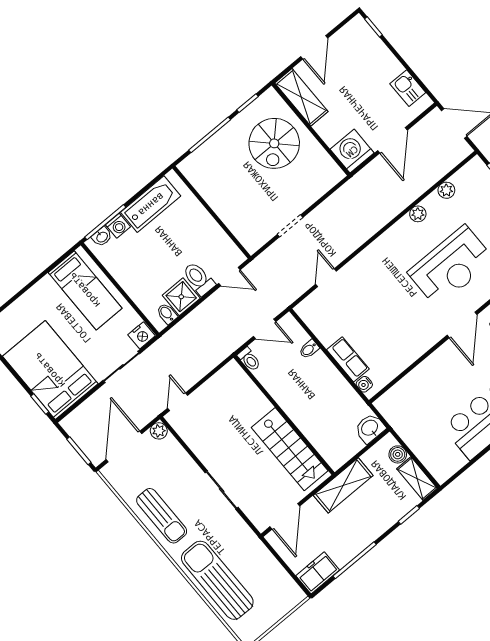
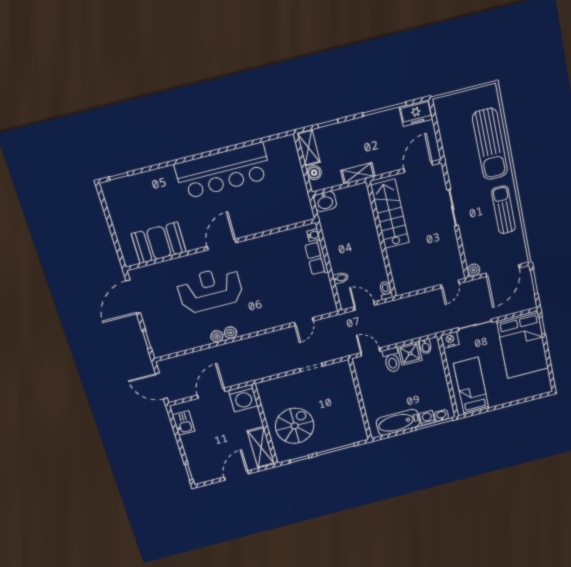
plant: (446, 190) -> (230, 333), moved
shelving: (343, 485) -> (358, 173), width x0.67, depth x0.75

